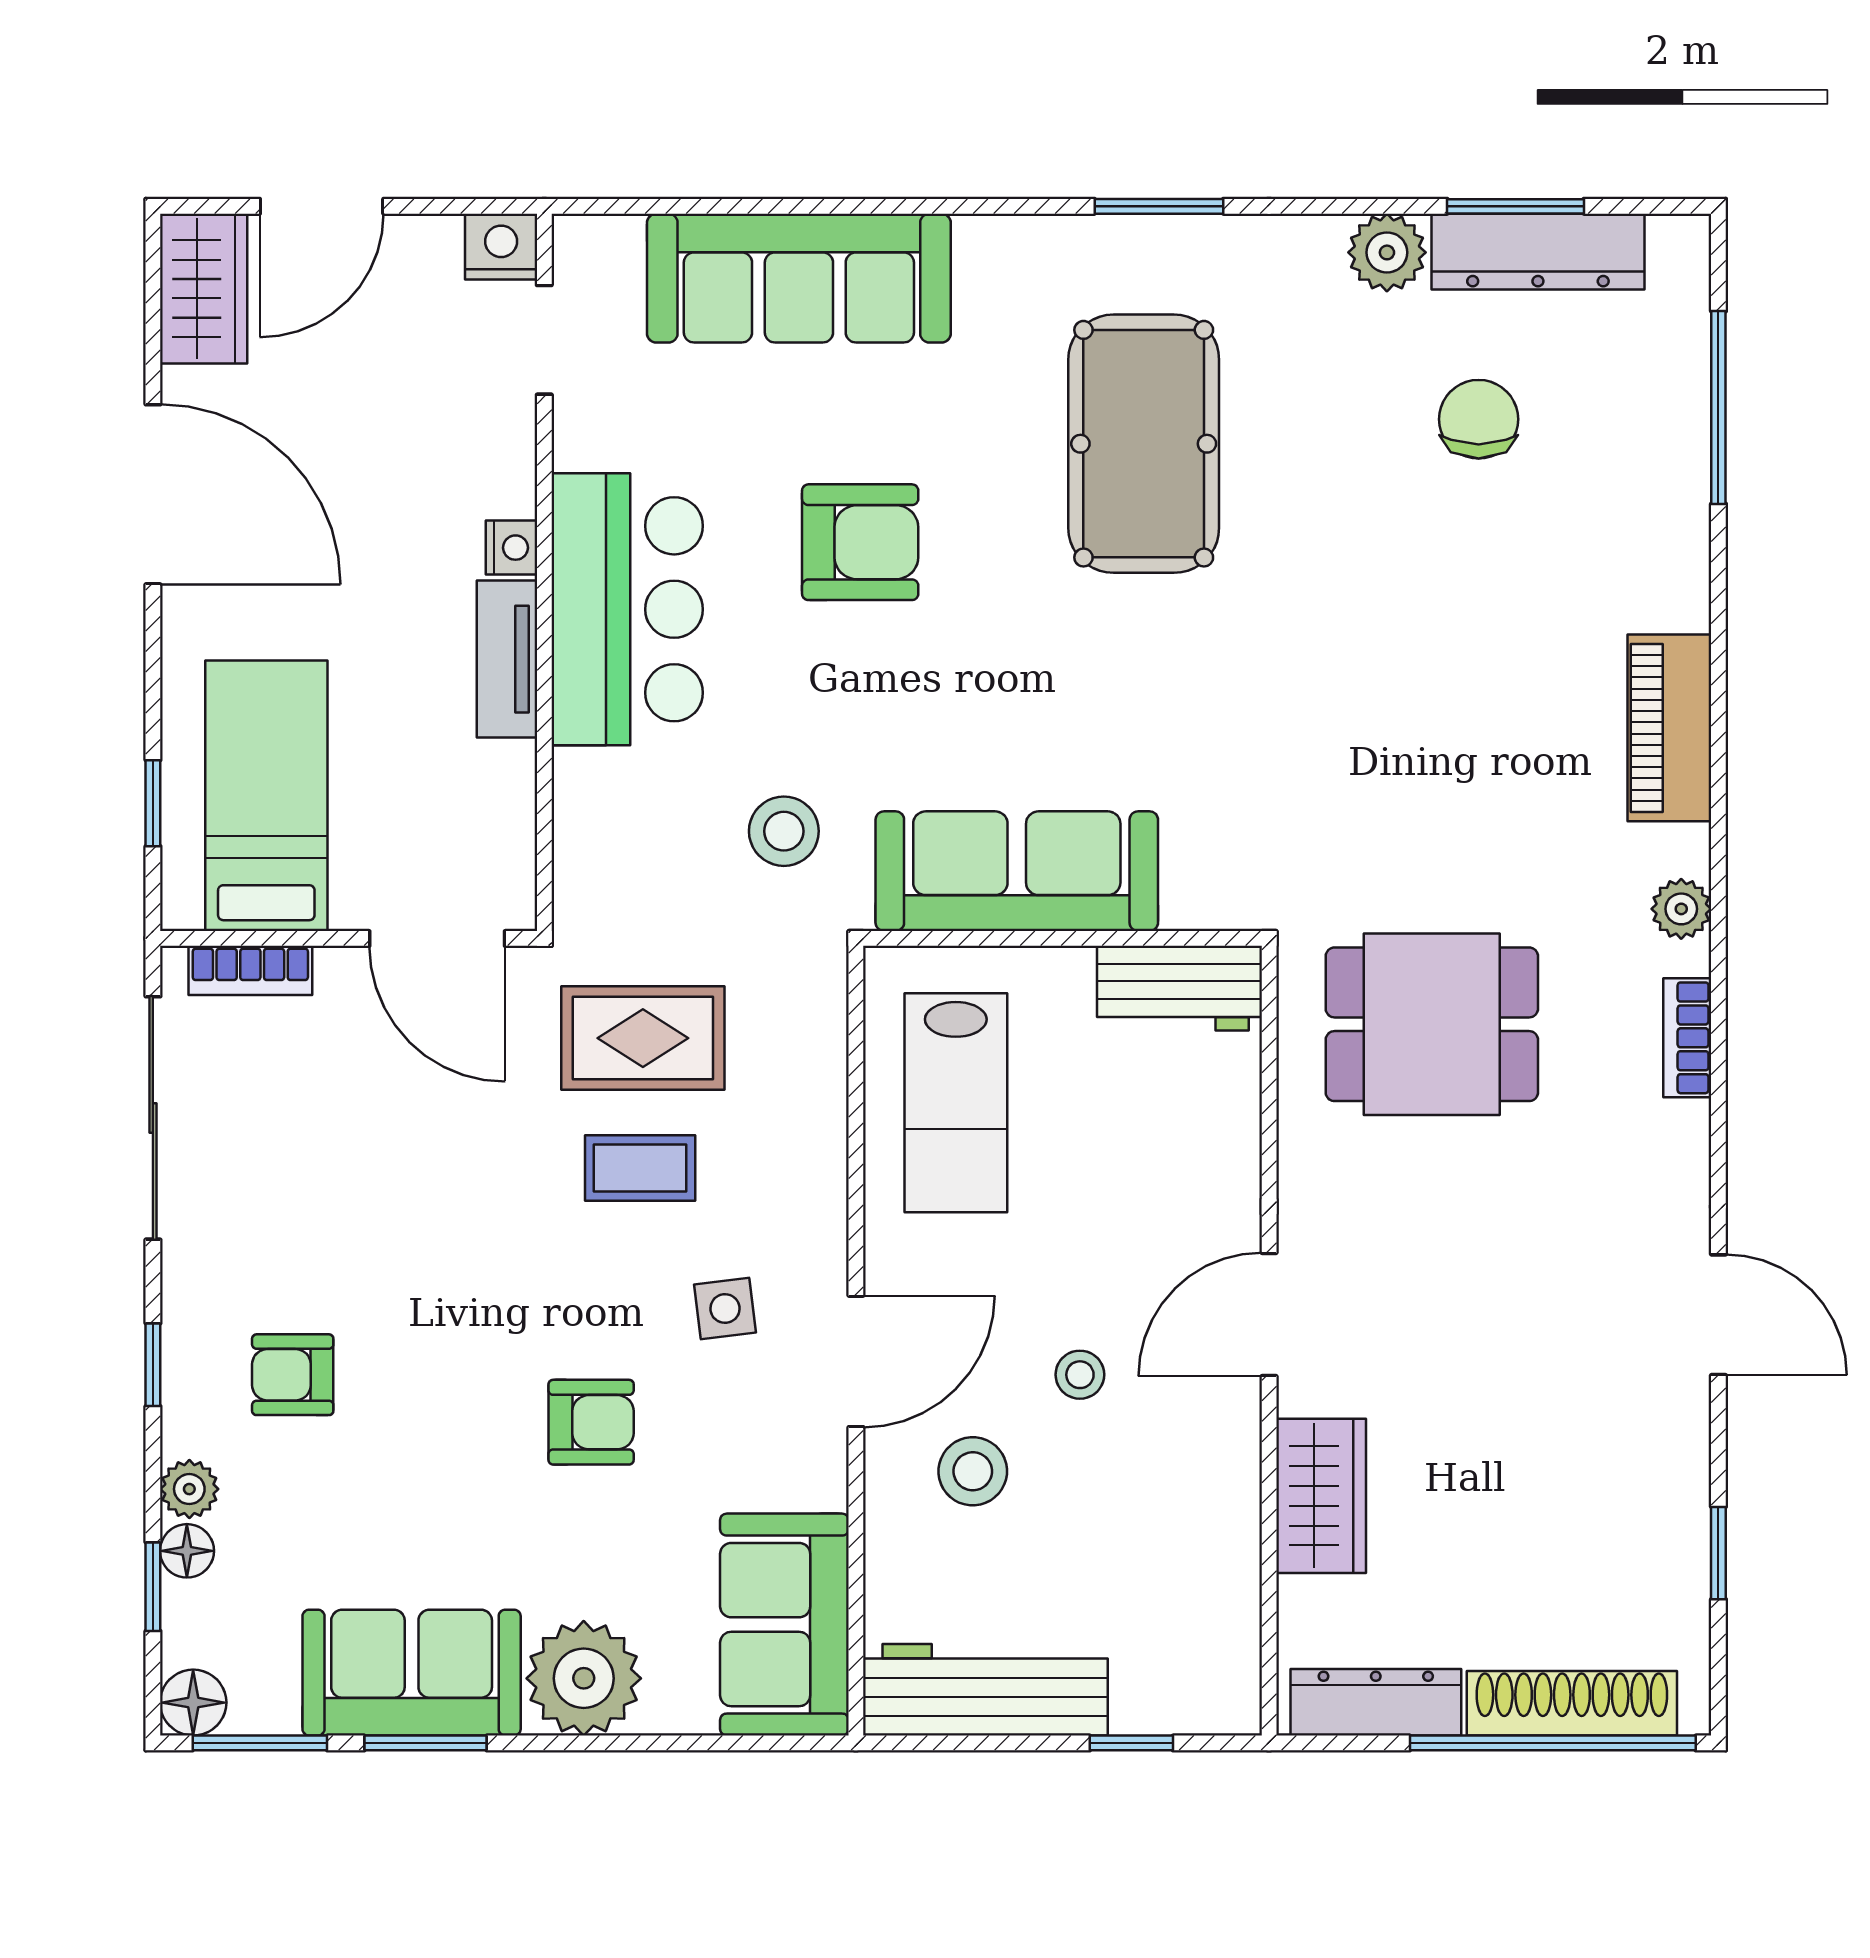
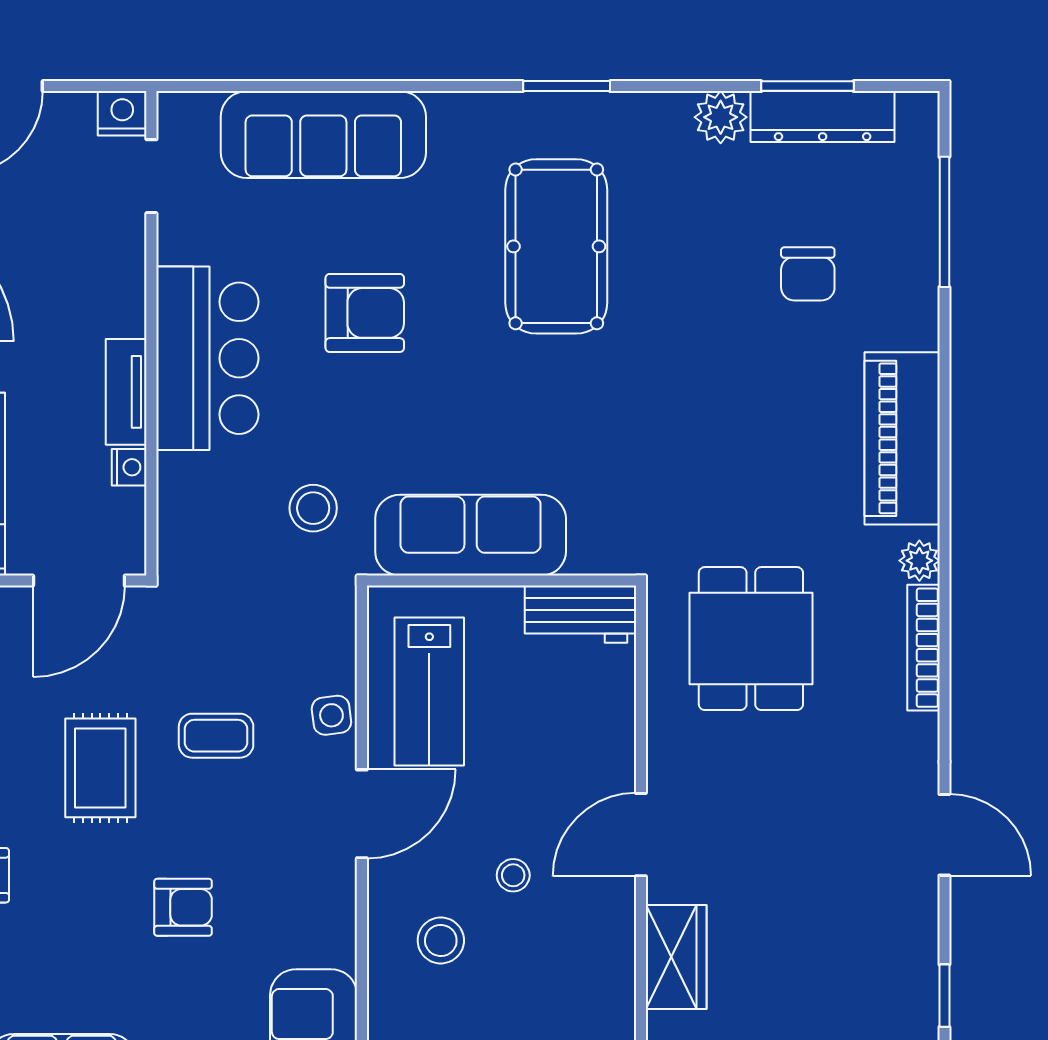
chair: (1479, 419) -> (808, 274), moved, turned 180
nightstand: (511, 548) -> (129, 467), moved
piano: (1669, 728) -> (902, 438), width x1.37, depth x1.33
door: (437, 938) -> (79, 581), hinge flipped
dining table: (1432, 1024) -> (751, 639), turned 90
rug: (643, 1038) -> (100, 768), moved, turned 90
bookcase: (1687, 1038) -> (923, 648), width x1.56
side table: (725, 1309) -> (331, 715), moved
door: (856, 1361) -> (362, 814), moved

